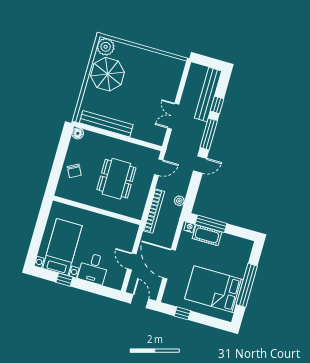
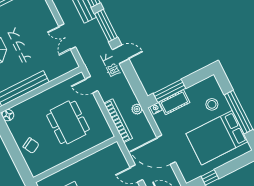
door: (200, 165) -> (121, 54), hinge flipped
door: (159, 167) -> (92, 85), swing flipped
plant: (179, 201) -> (137, 109), moved
stool: (233, 262) -> (212, 104), added

